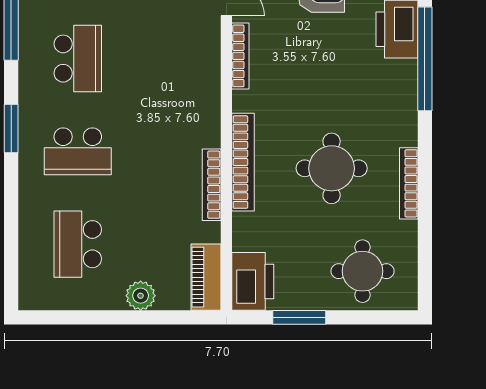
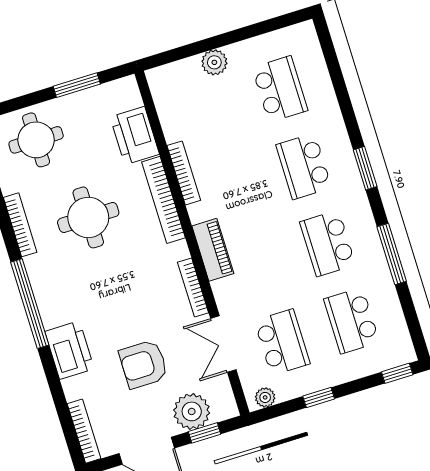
window: (425, 59) -> (30, 304), moved
school desk: (78, 151) -> (304, 166), turned -90
piano: (206, 277) -> (213, 250), moved
printer: (253, 281) -> (135, 136), moved

